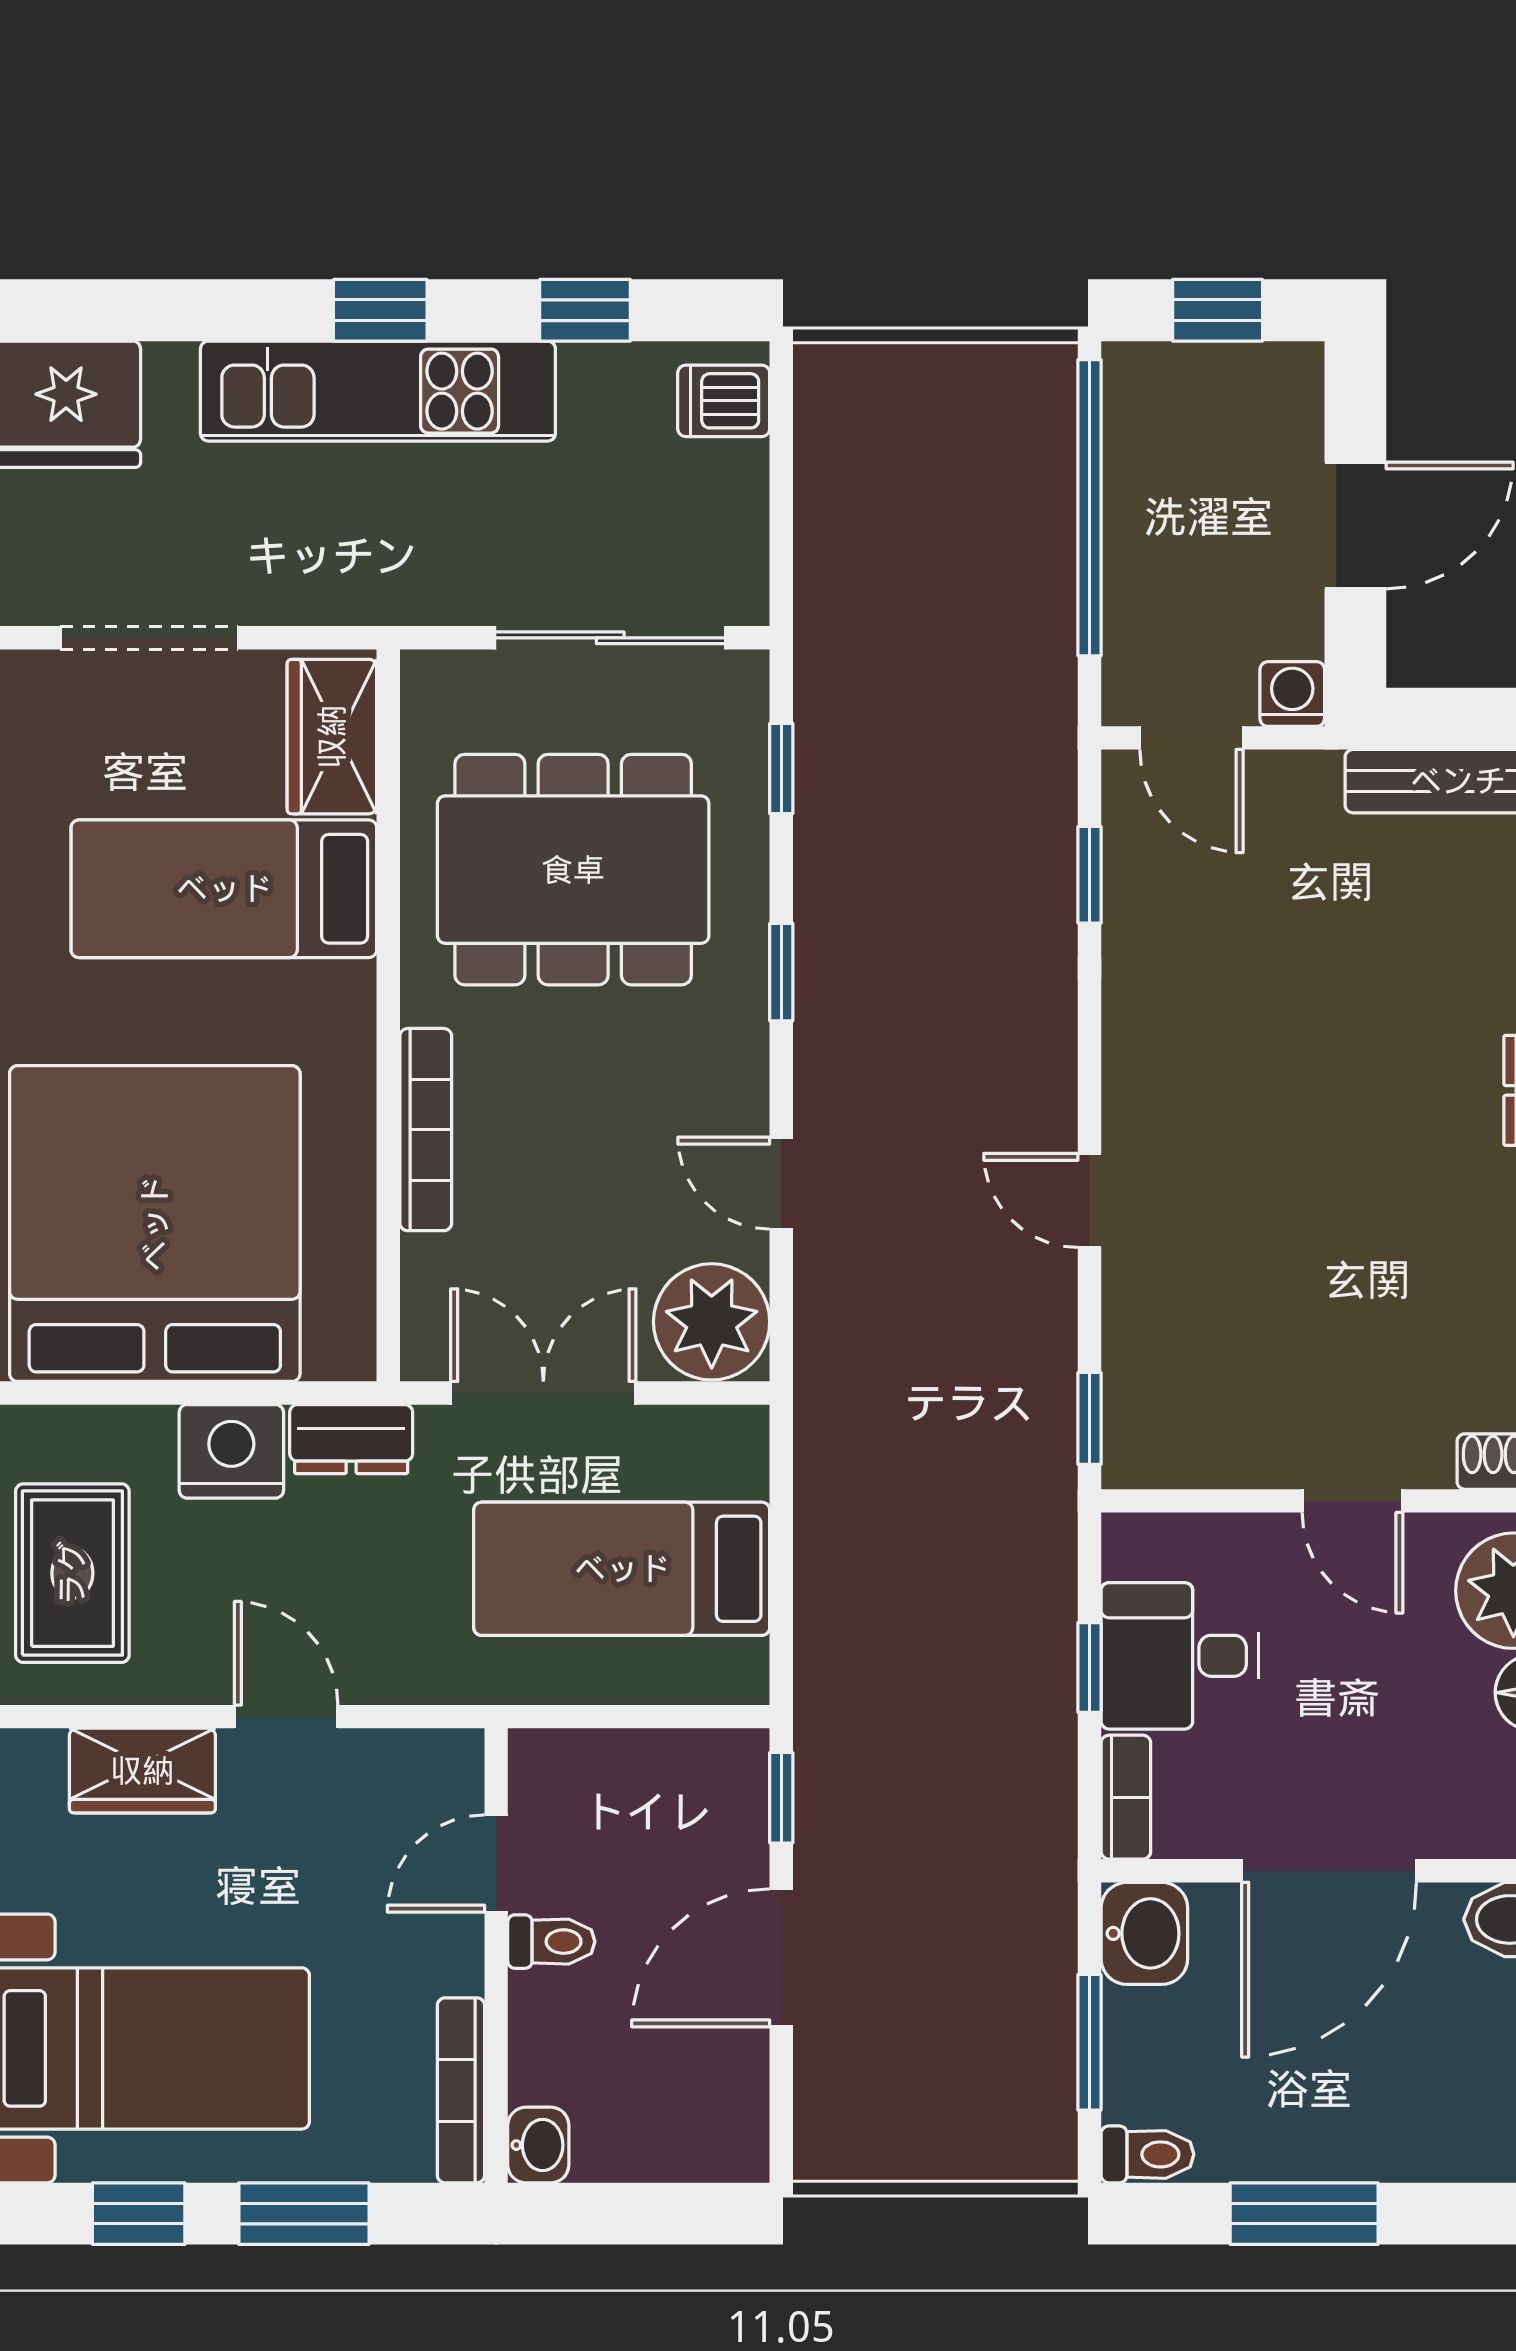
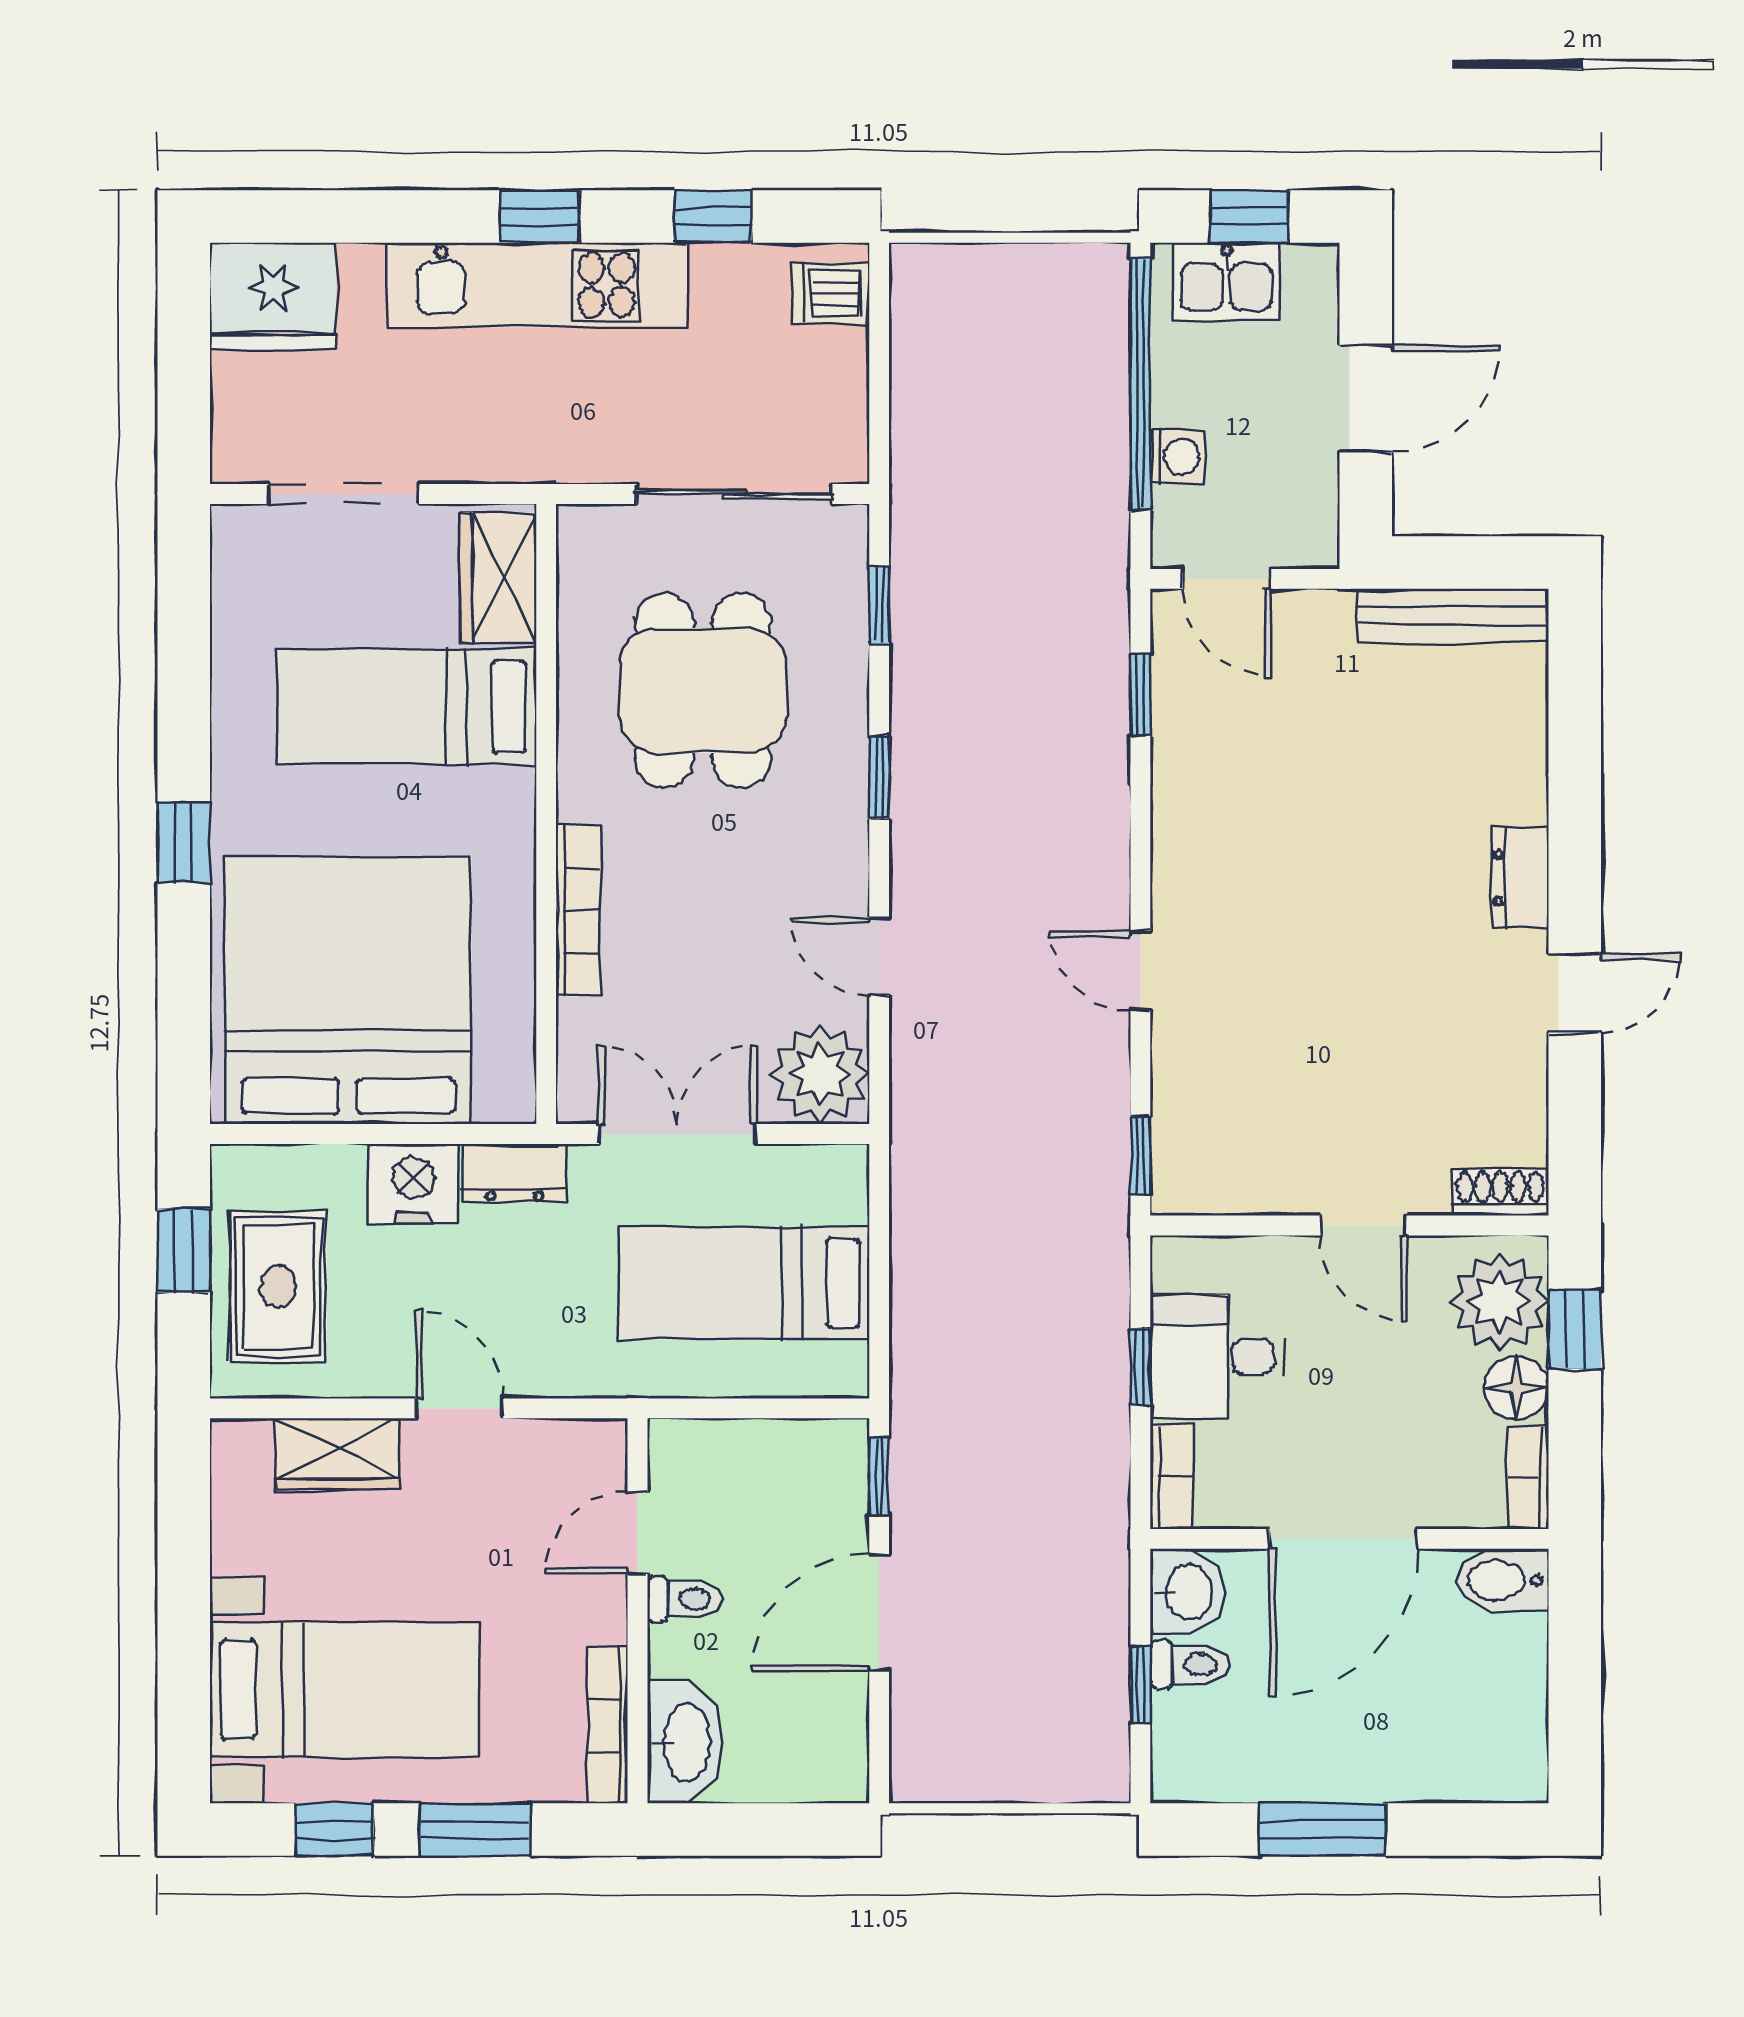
kitchen sink: (1191, 387) -> (1226, 281), added
washing machine: (1292, 694) -> (1178, 456), moved, turned 90
dining table: (573, 870) -> (703, 690), width x0.73
window: (1090, 2042) -> (1140, 1684), width x0.67
washbasin: (538, 2145) -> (685, 1742), width x1.91, depth x1.45
toilet: (1147, 2154) -> (1189, 1665), moved

